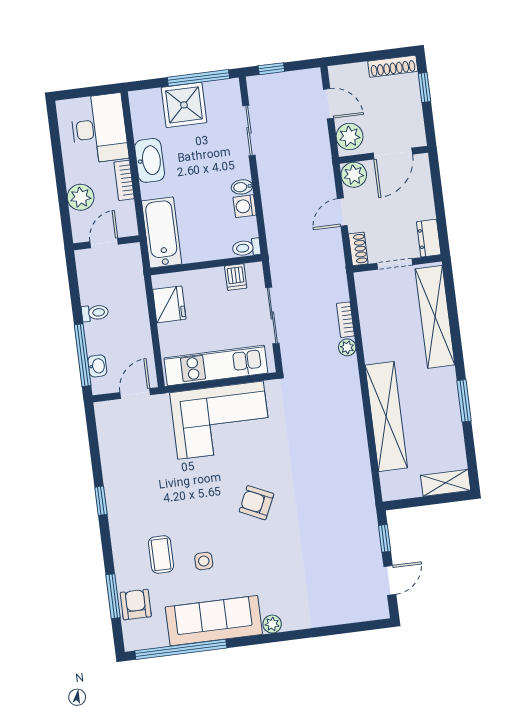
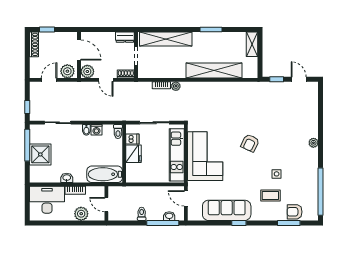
washbasin: (150, 160) -> (67, 178), width x0.52, depth x0.69
fridge: (169, 304) -> (133, 154), moved, turned 90
sofa: (214, 621) -> (227, 210), moved, turned 90

